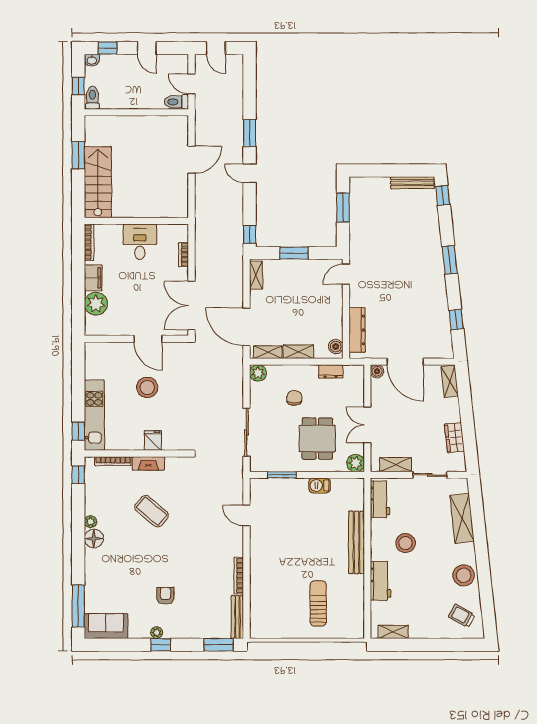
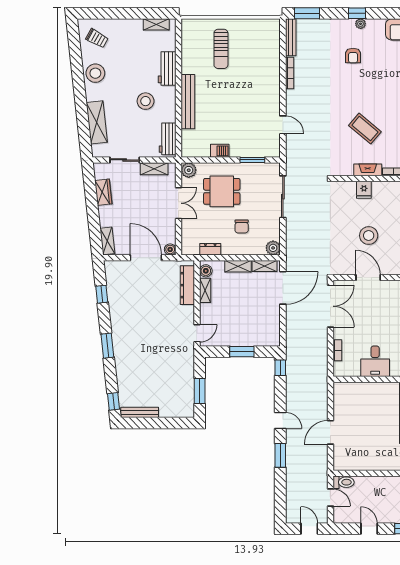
shelving: (256, 275) -> (205, 290), moved
door: (247, 327) -> (283, 288), hinge flipped
dining table: (317, 439) -> (222, 191), turned 90

